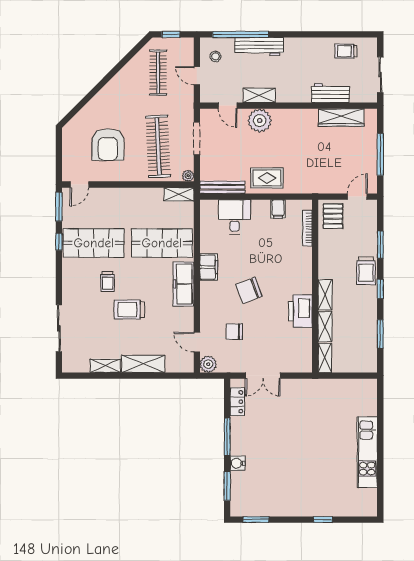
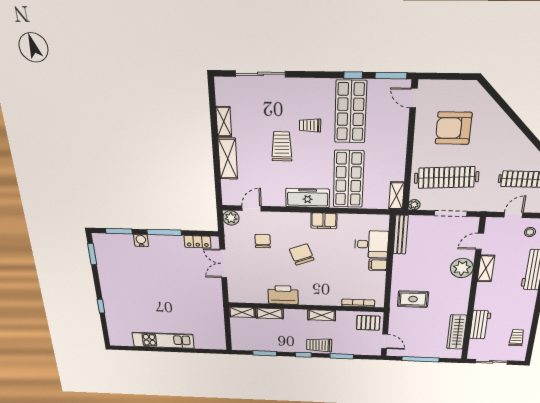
rug: (267, 178) -> (413, 299), moved, turned 90
filing cabinet: (278, 209) -> (378, 265), moved
shelving: (325, 295) -> (322, 315), moved

